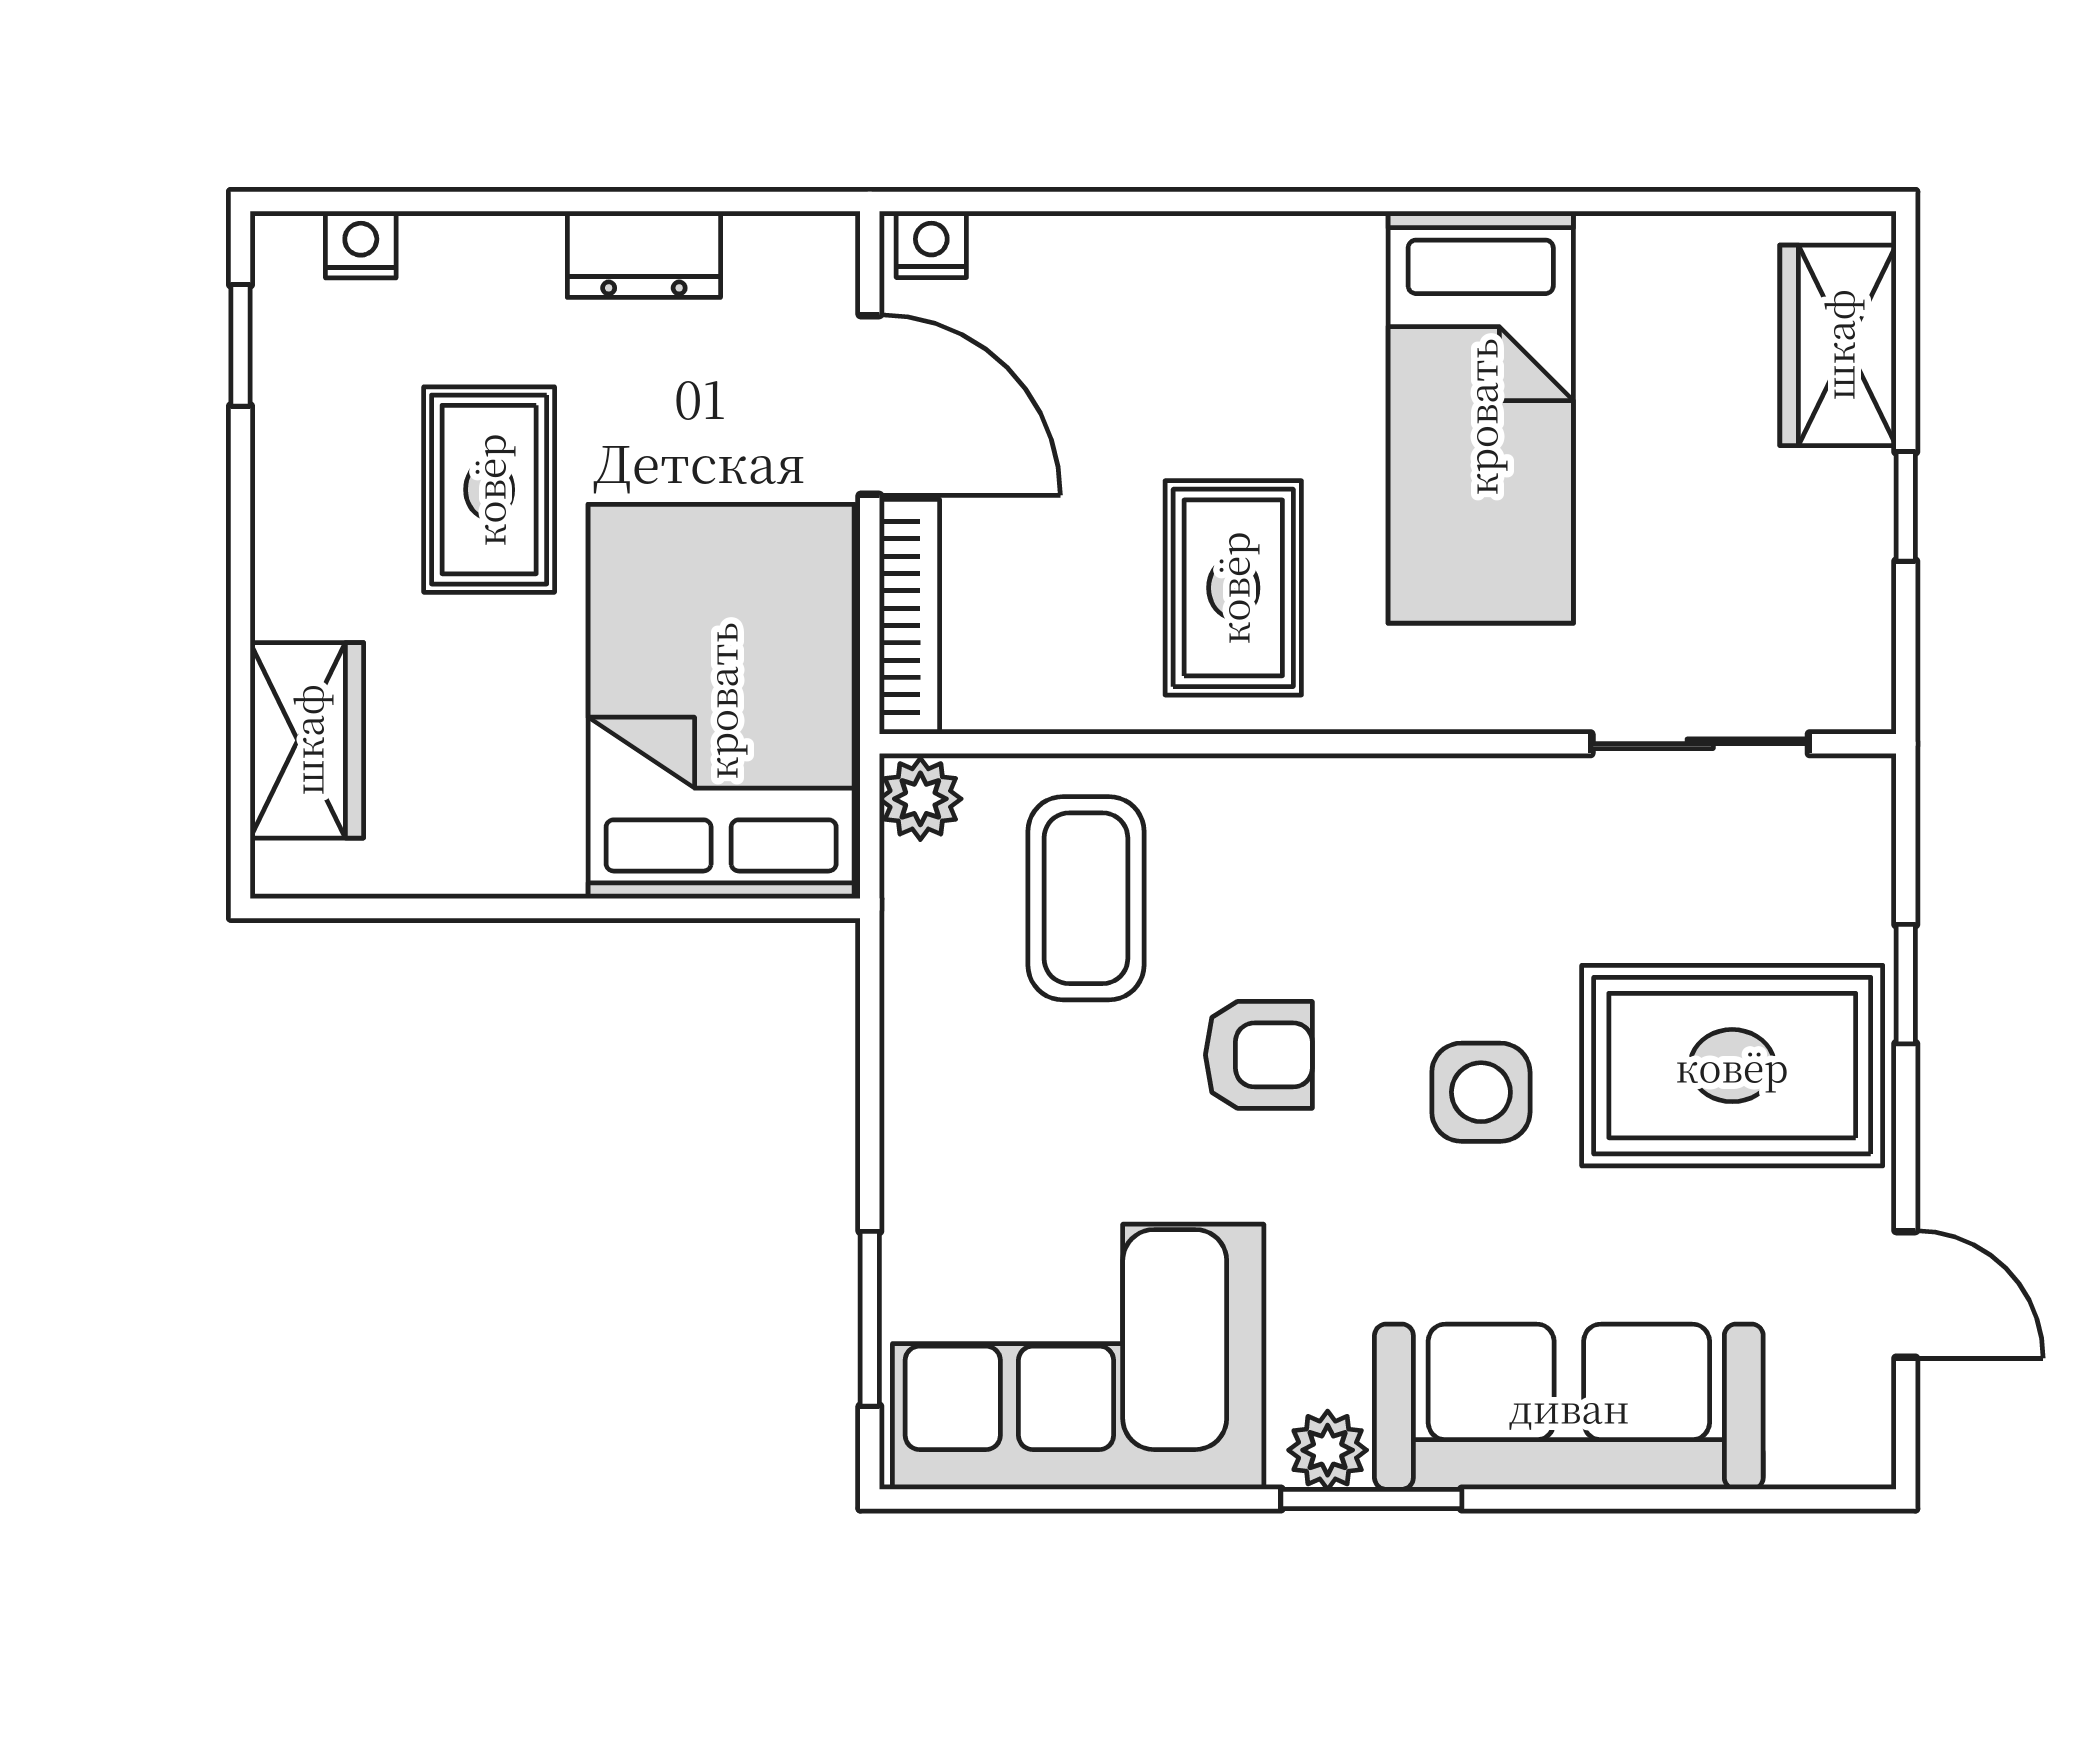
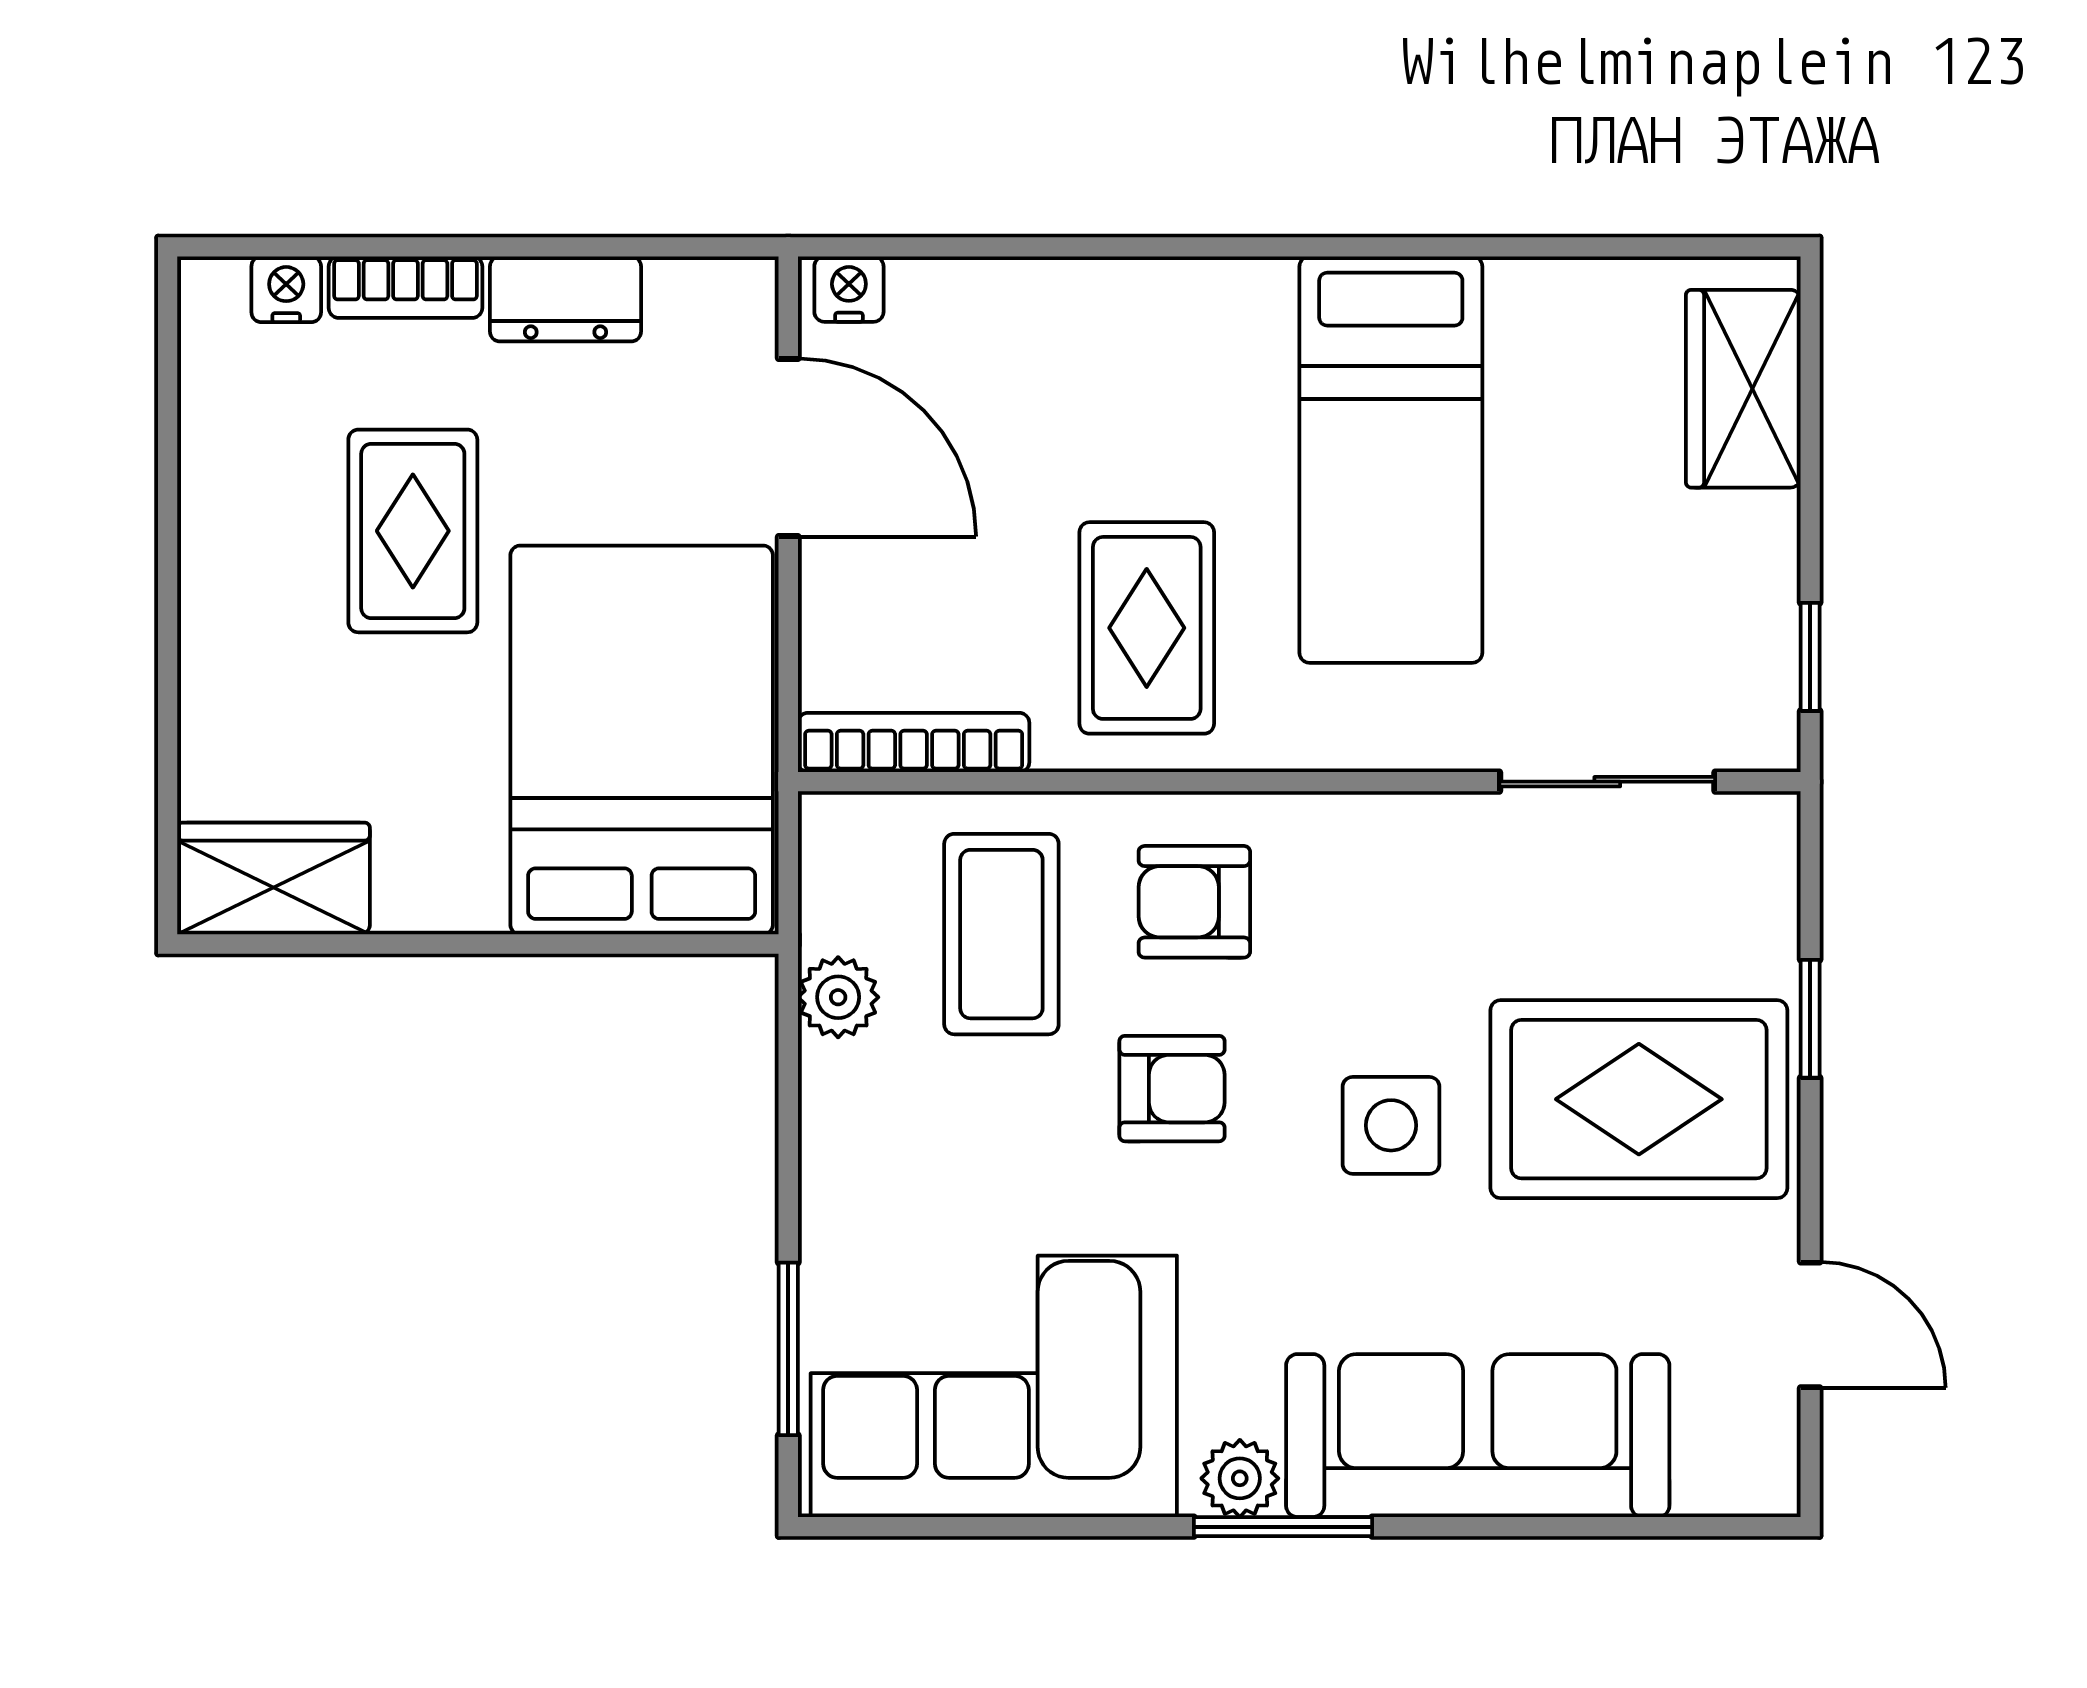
bookcase: (482, 242) -> (405, 287), added
window: (240, 345) -> (168, 389), removed
window: (1906, 506) -> (1810, 657), moved
bookcase: (910, 617) -> (914, 743), moved, turned -90
wardrobe: (307, 740) -> (274, 879), moved, turned -90
plant: (920, 799) -> (838, 997), moved
armchair: (1281, 865) -> (1194, 902), added

